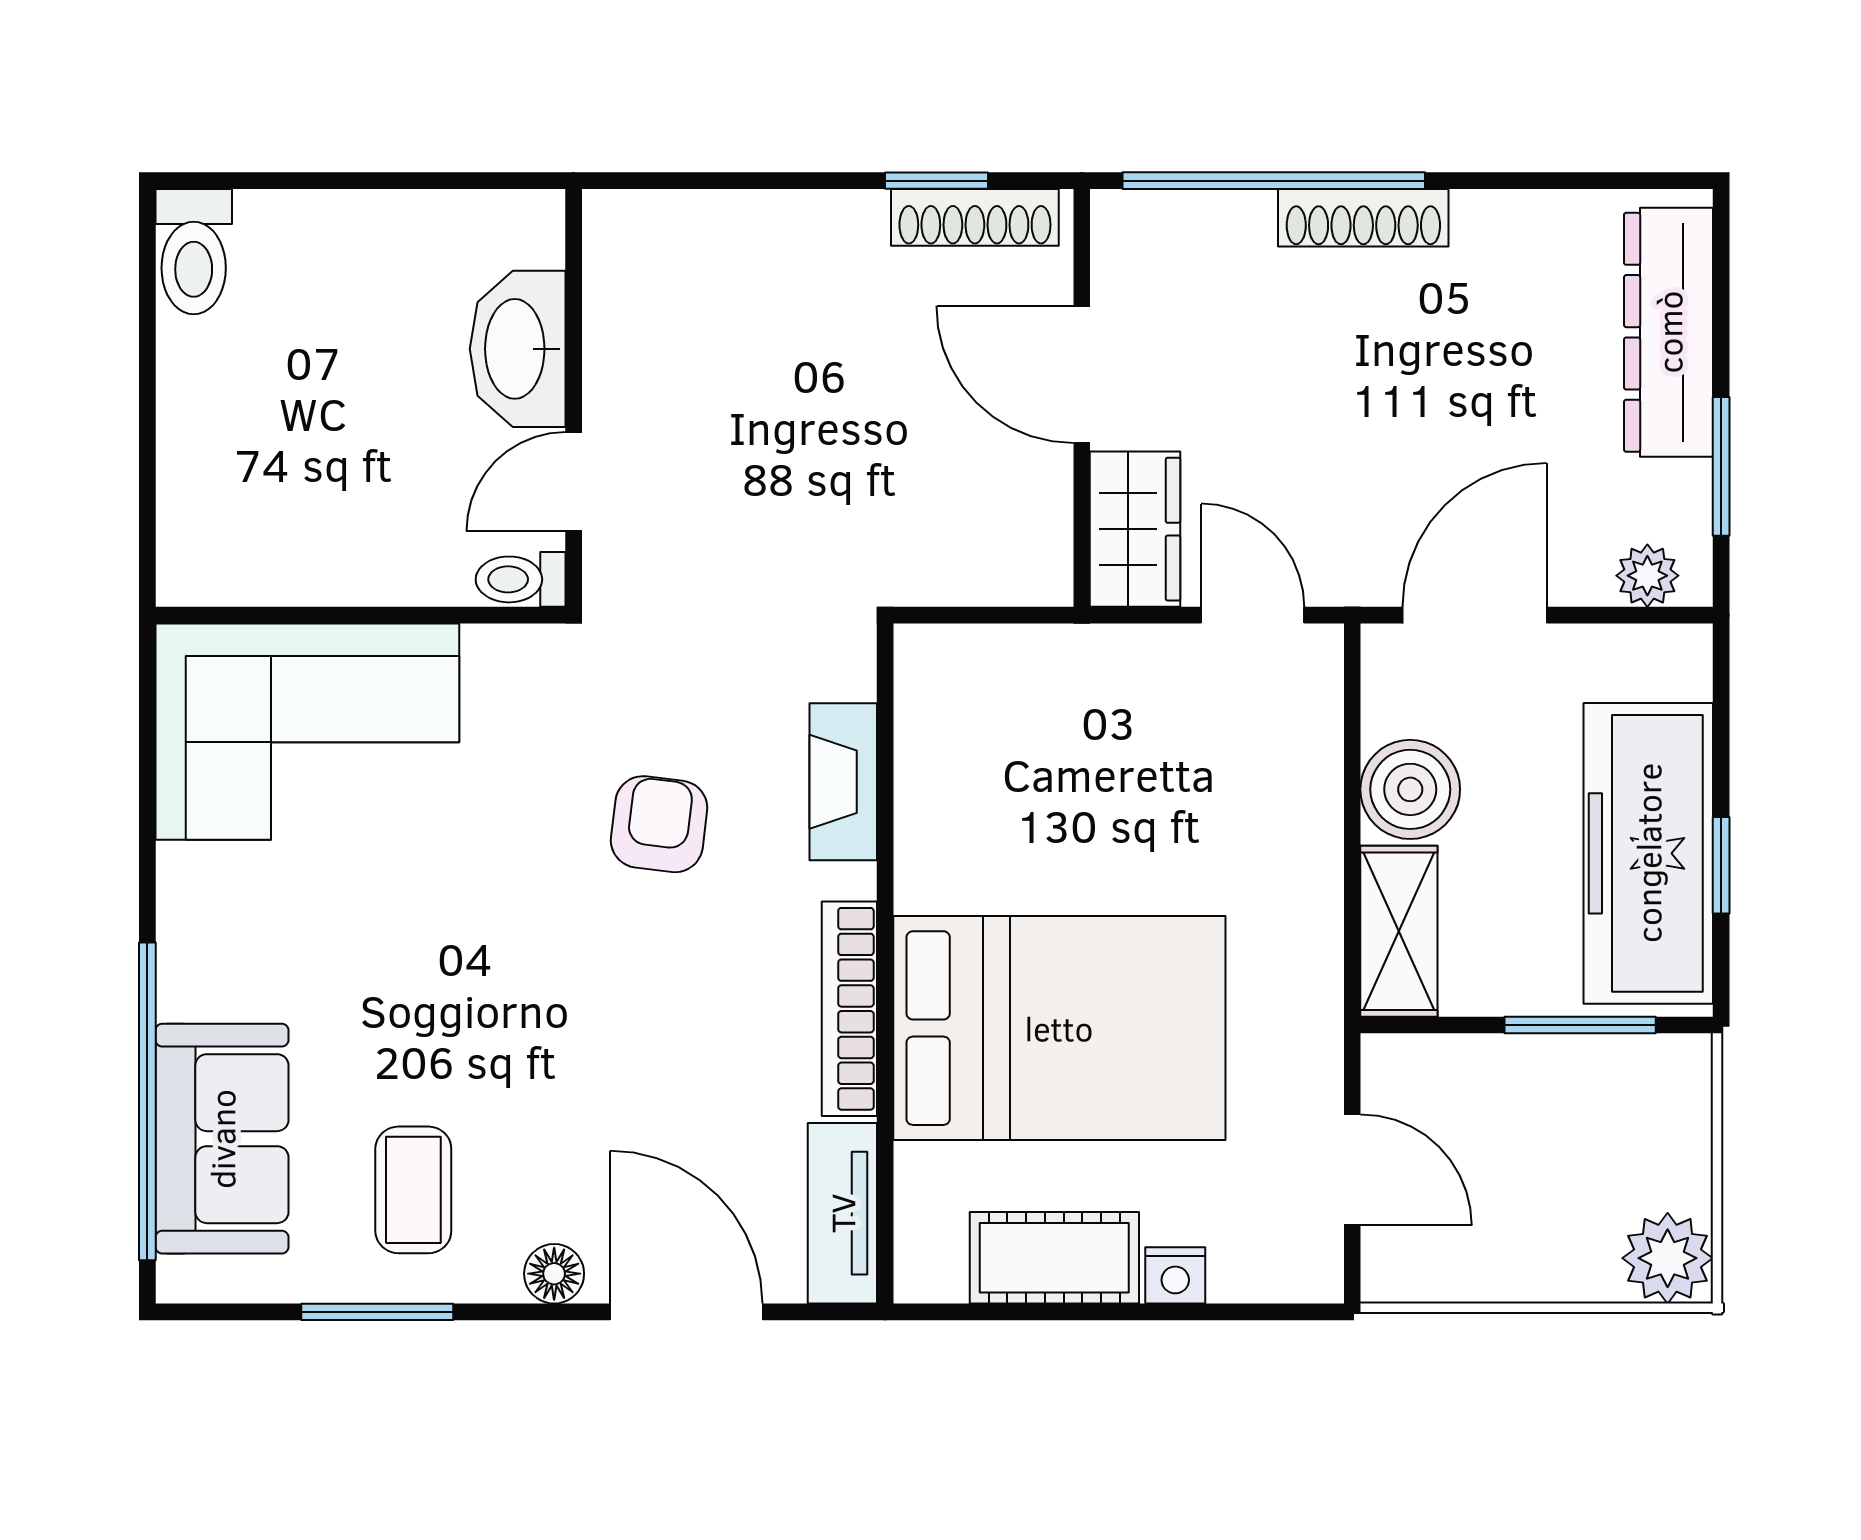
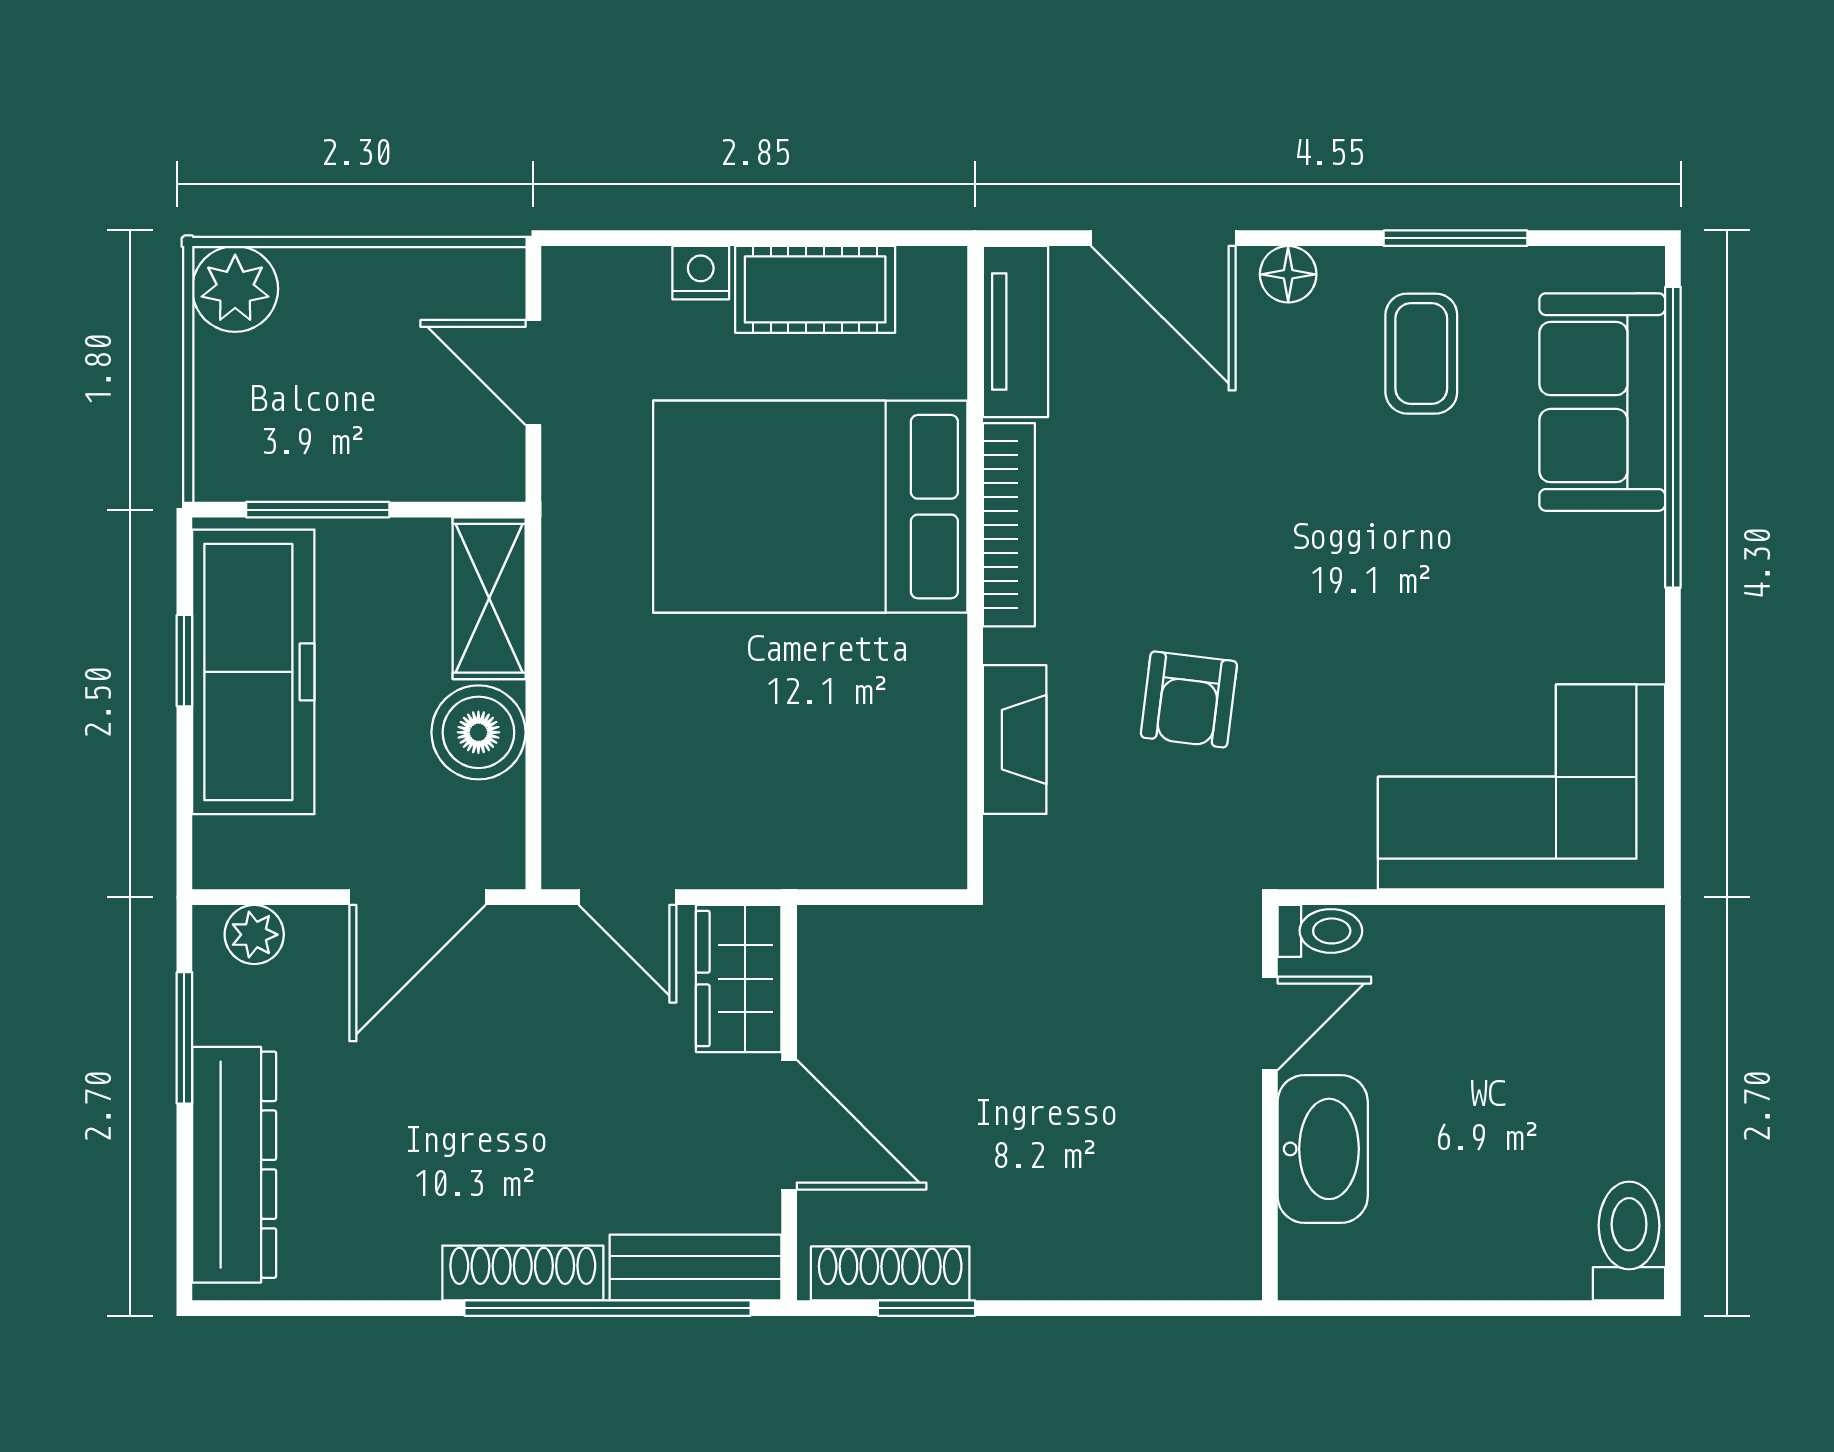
bench: (1181, 224) -> (695, 1268), added

